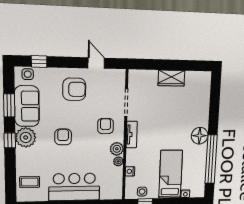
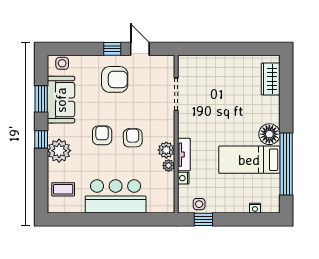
window: (39, 62) -> (112, 49), moved
wardrobe: (171, 78) -> (271, 79), moved, turned 90
armchair: (106, 126) -> (133, 138), moved
tv unit: (132, 135) -> (184, 155), moved
plant: (26, 137) -> (59, 151), moved
bed: (171, 174) -> (249, 160), moved, turned -90

